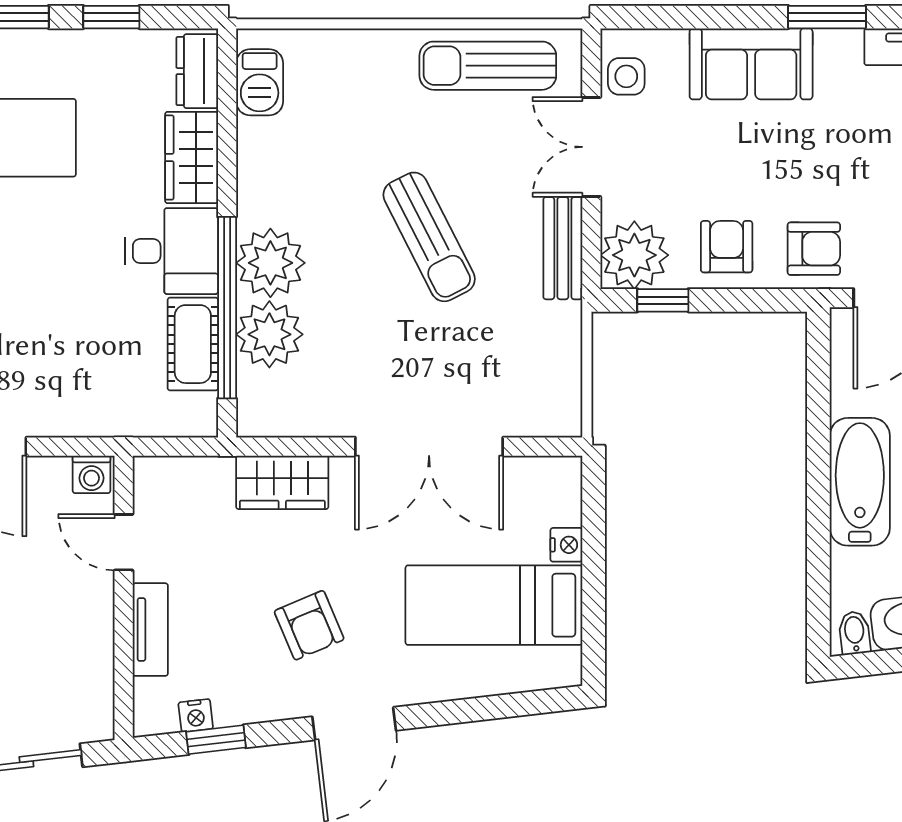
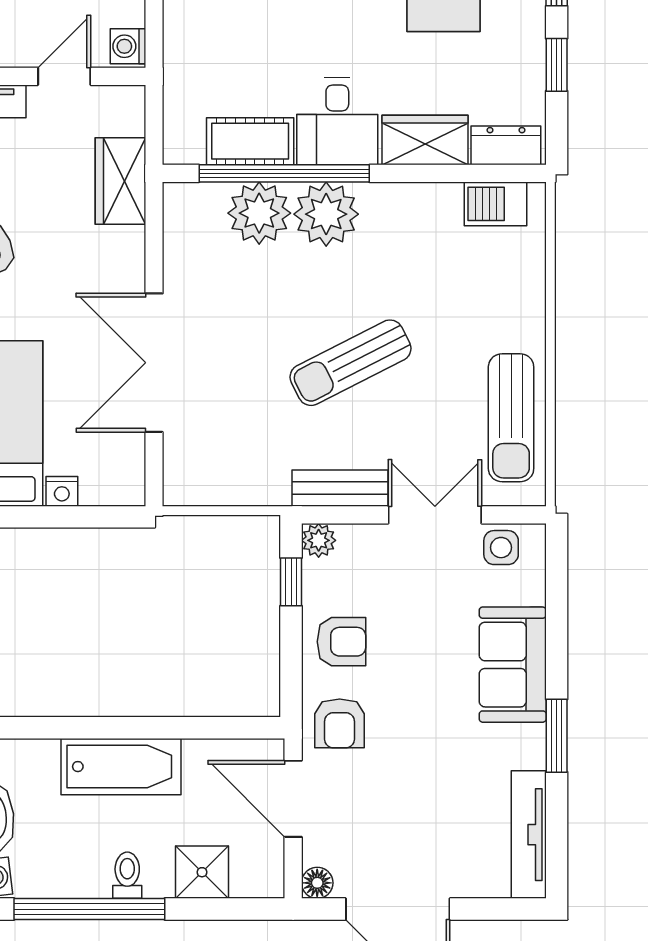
sun lounger: (488, 66) -> (511, 418), turned 180
plant: (634, 255) -> (319, 540), width x0.53, depth x0.53
wardrobe: (282, 482) -> (120, 181), moved

